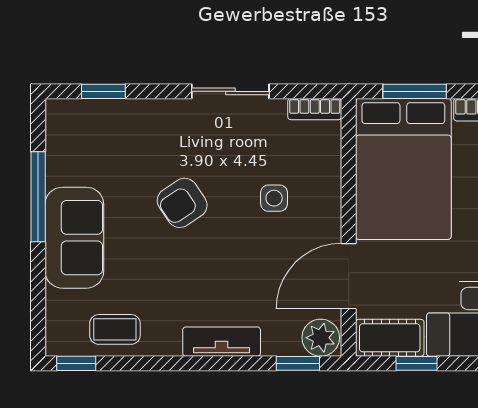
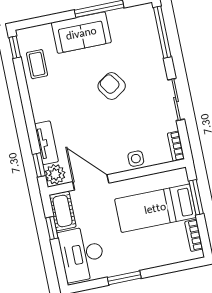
window: (103, 91) -> (162, 32), width x2.17
bed: (403, 169) -> (155, 208), width x0.67
side table: (274, 198) -> (136, 159), moved
tv unit: (222, 342) -> (46, 143), moved

